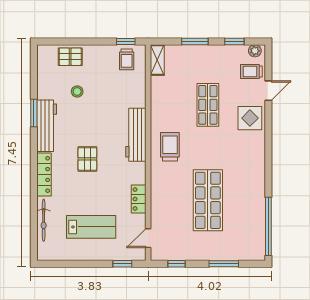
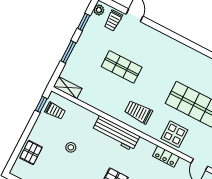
stool: (77, 91) -> (71, 147), moved
display table: (250, 118) -> (174, 134), moved

